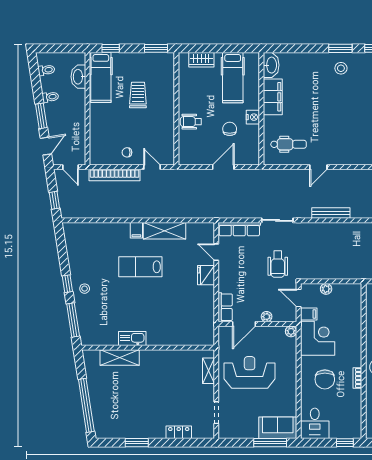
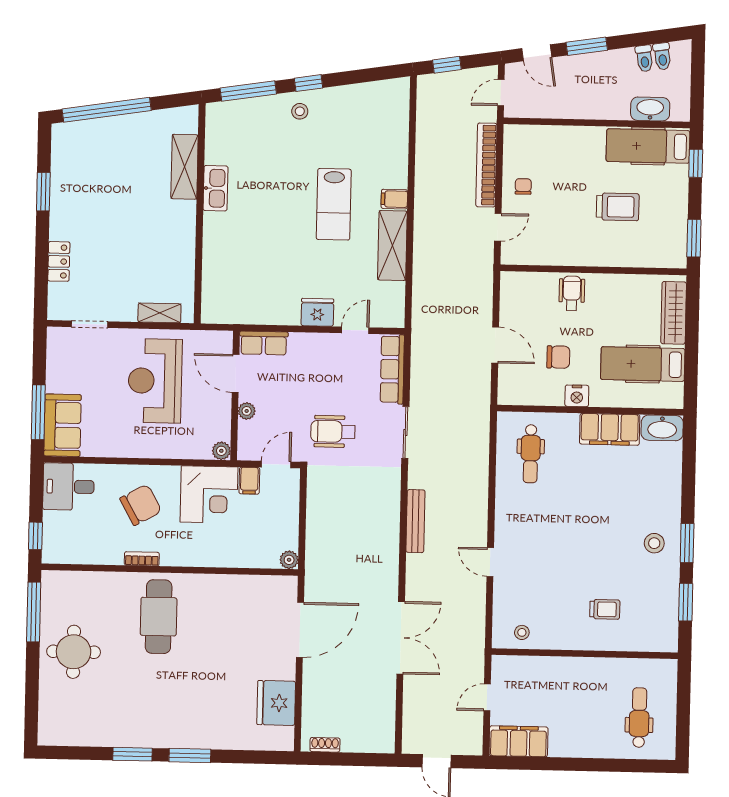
wardrobe: (201, 60) -> (674, 313), width x1.50
toilet: (50, 97) -> (644, 58), moved
door: (318, 167) -> (490, 562), moved
lab bench: (140, 267) -> (334, 204), turned 180
plant: (326, 289) -> (289, 560), moved
reception desk: (250, 372) -> (155, 381), turned 180
chair: (325, 379) -> (141, 505), turned 151

